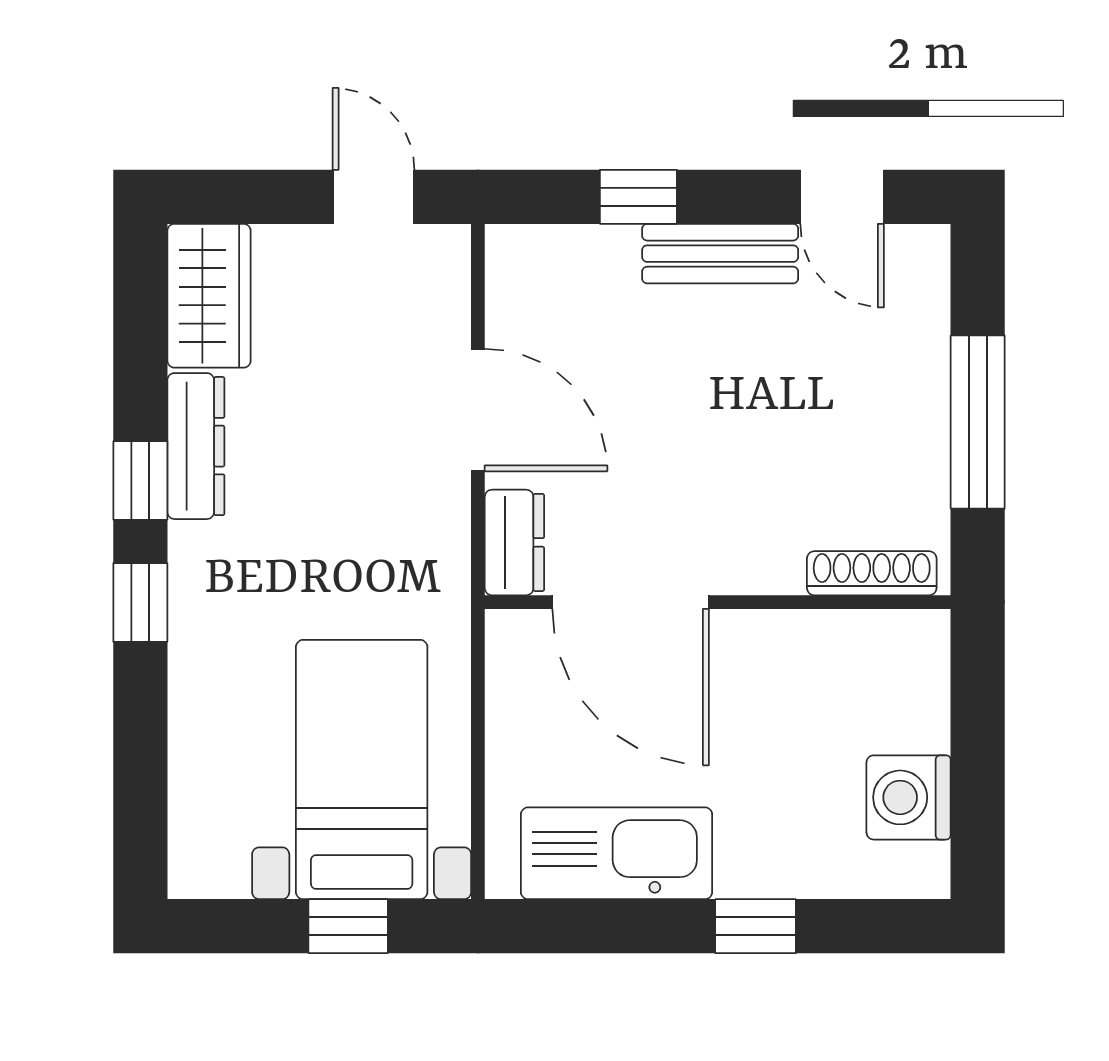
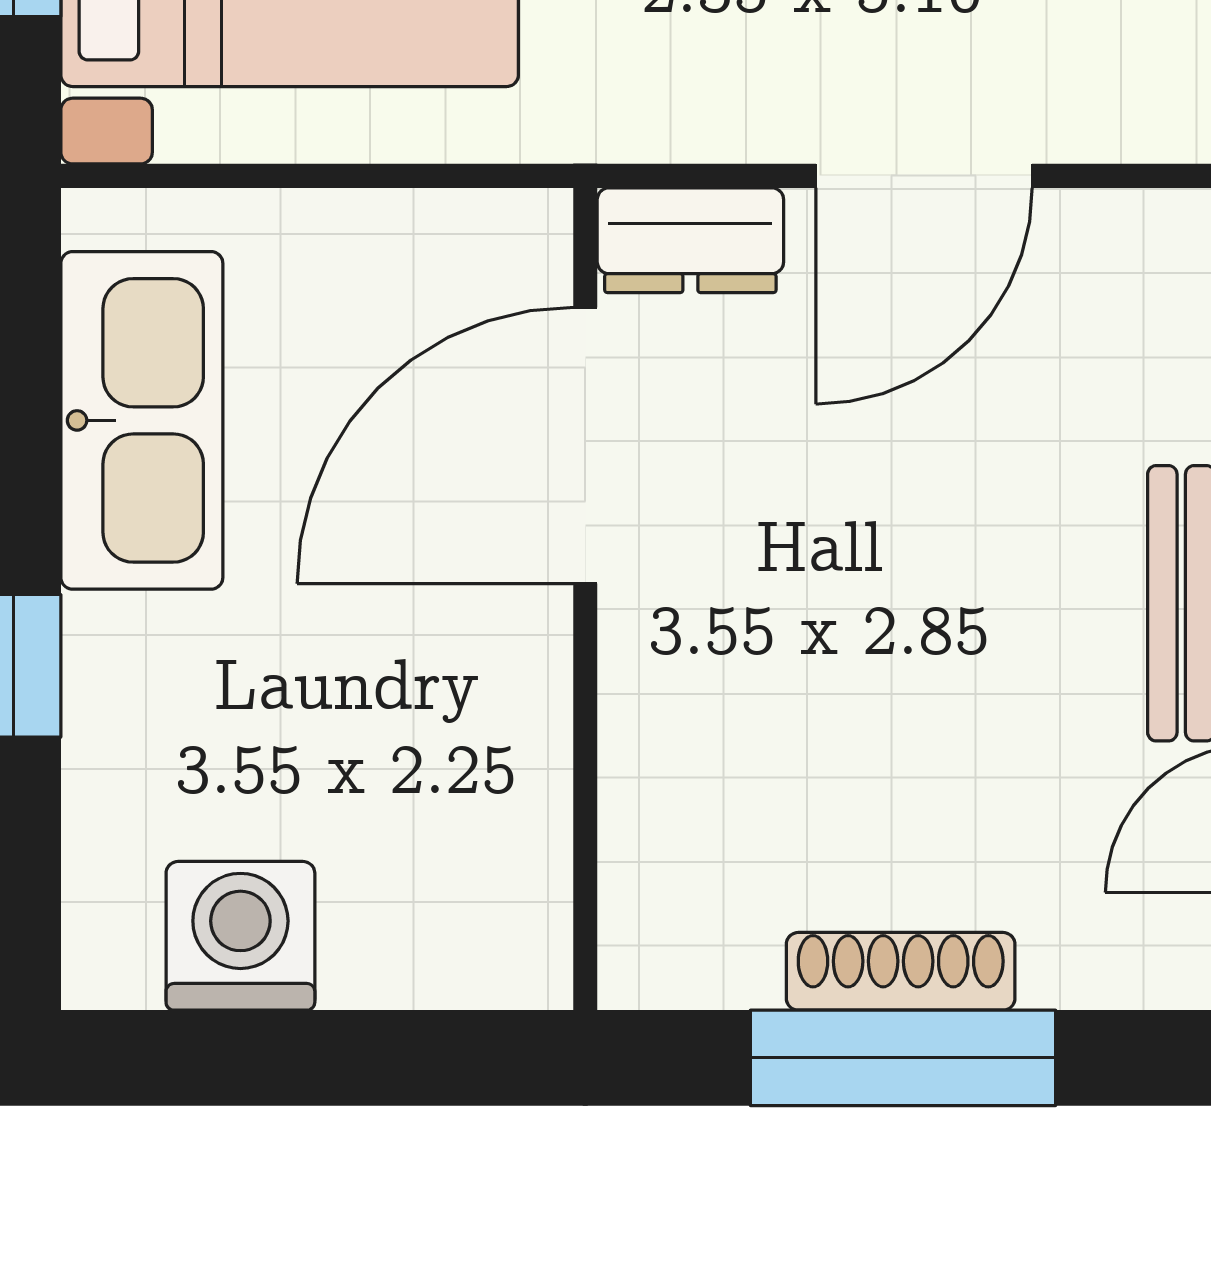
shoe rack: (872, 573) -> (901, 971), moved, turned -90

